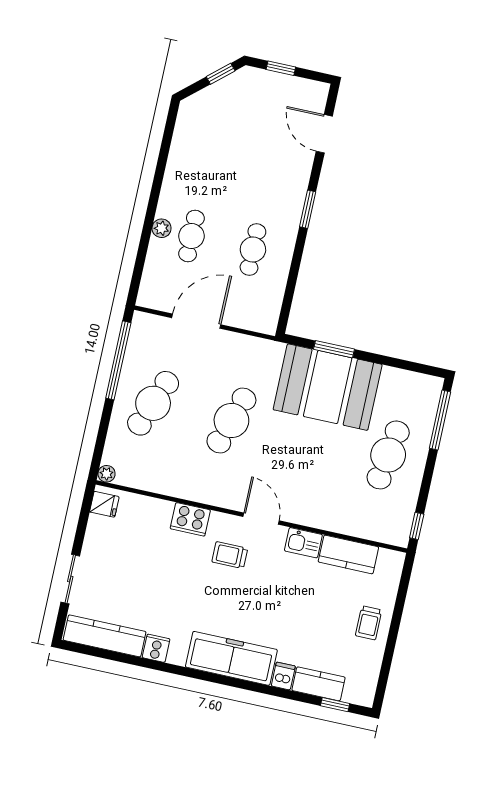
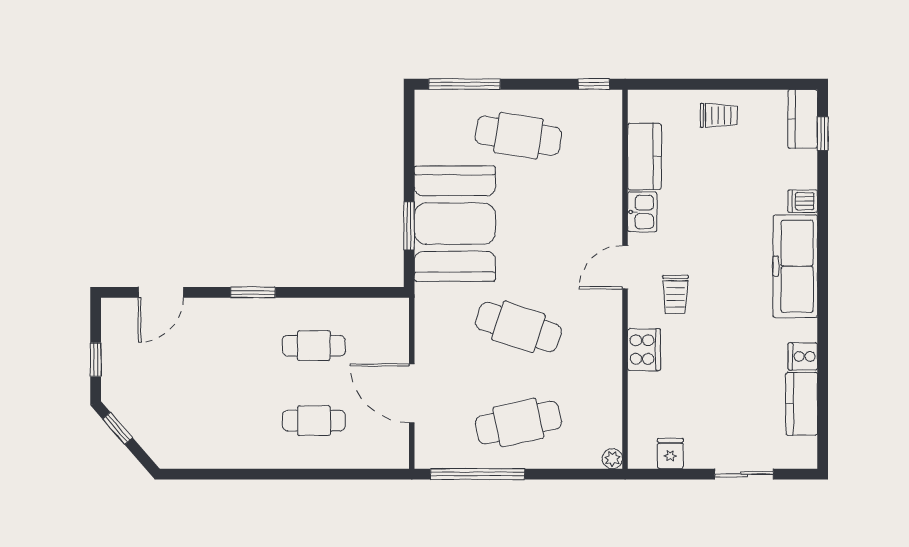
plant: (162, 228) -> (312, 458), removed
cafe table: (153, 403) -> (518, 423), turned -33
fridge: (104, 504) -> (670, 454), moved
kitchen counter: (105, 636) -> (802, 404), width x0.67
kitchen counter: (318, 684) -> (803, 119), moved

